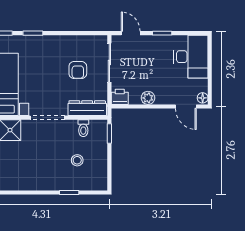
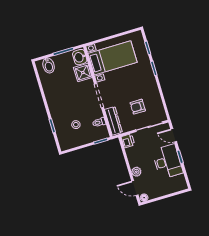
door: (131, 33) -> (174, 135), swing flipped
desk: (191, 57) -> (167, 161), moved, turned -90
plant: (148, 98) -> (136, 172), moved
door: (186, 106) -> (135, 188), hinge flipped

